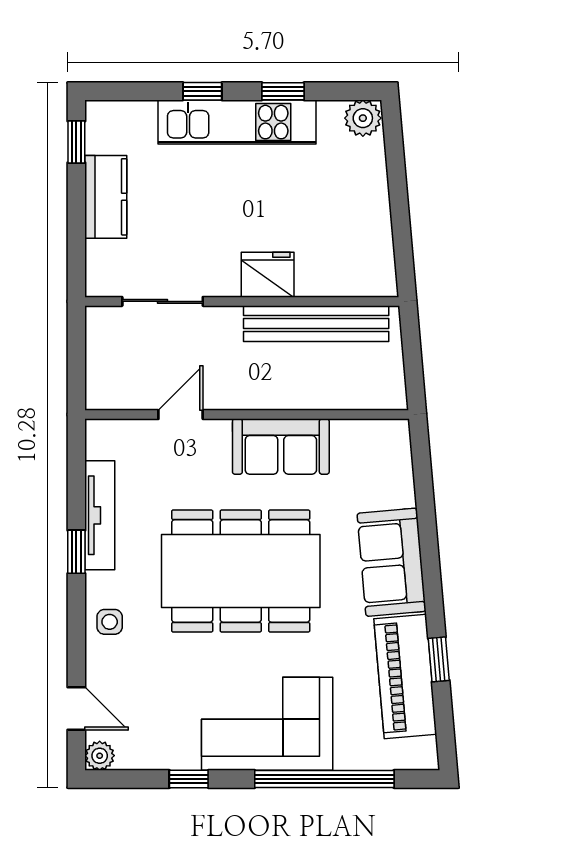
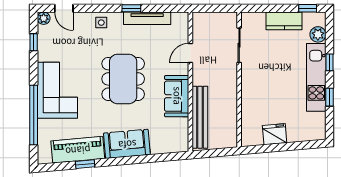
plant: (363, 118) -> (318, 34), moved
fridge: (268, 275) -> (275, 134), moved, turned -95
bench: (316, 324) -> (200, 117), moved
door: (181, 415) -> (190, 53), swing flipped
dining table: (241, 571) -> (123, 79), width x0.73, depth x0.80
door: (76, 708) -> (64, 8), hinge flipped
window: (189, 779) -> (34, 42), moved

